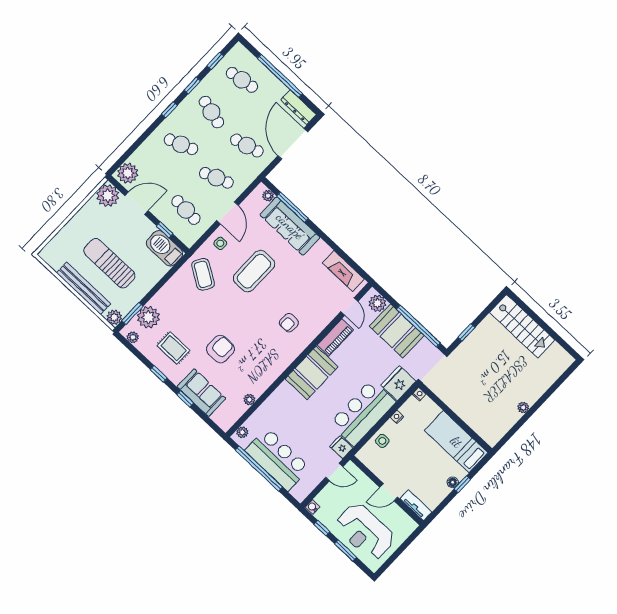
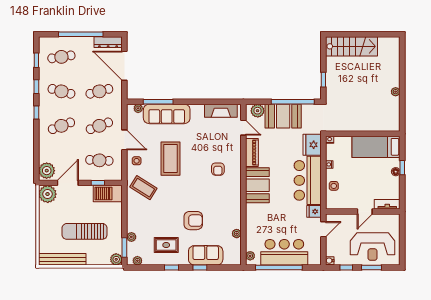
bench: (84, 288) -> (62, 259), moved
plant: (148, 317) -> (131, 237), width x0.53, depth x0.53
armchair: (220, 349) -> (193, 221), turned 90

